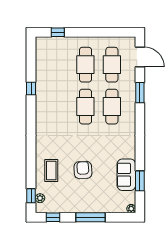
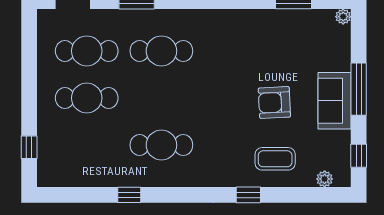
cafe table: (85, 107) -> (161, 145), moved
sofa: (126, 175) -> (335, 101), moved, turned 90
window: (31, 196) -> (248, 195), moved

